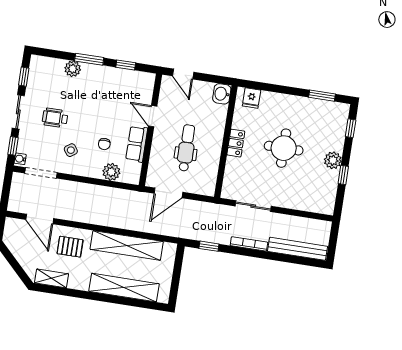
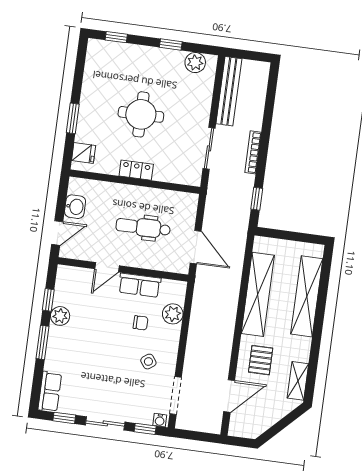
row of seats: (47, 65) -> (50, 392), added
plant: (73, 69) -> (60, 316), moved
washbasin: (222, 94) -> (75, 207), moved, turned -90
window: (322, 96) -> (73, 118), moved
wheelchair: (55, 118) -> (111, 381), removed
plant: (333, 160) -> (195, 63), moved
bench: (298, 249) -> (229, 91), moved

